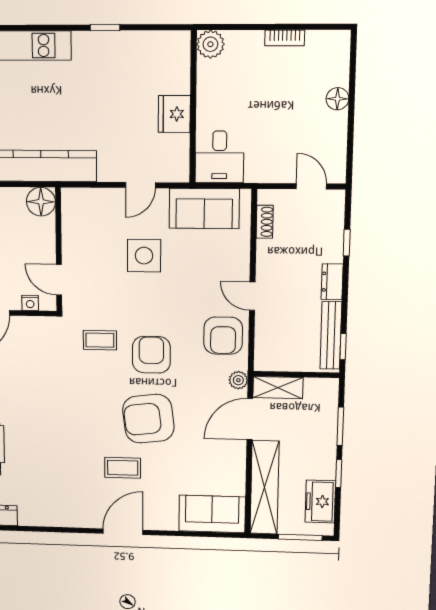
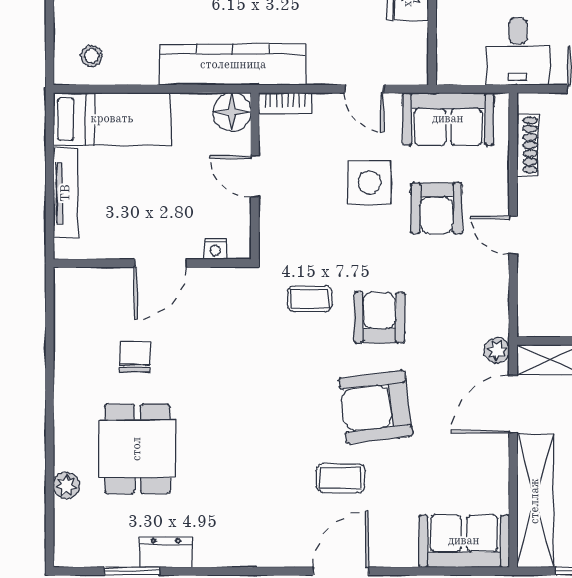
desk: (219, 157) -> (518, 52), moved
door: (140, 185) -> (364, 89), hinge flipped
bookcase: (81, 196) -> (285, 103), added
shoe rack: (265, 222) -> (527, 145), width x1.43
door: (59, 280) -> (255, 176), moved
armchair: (223, 336) -> (437, 208), moved

